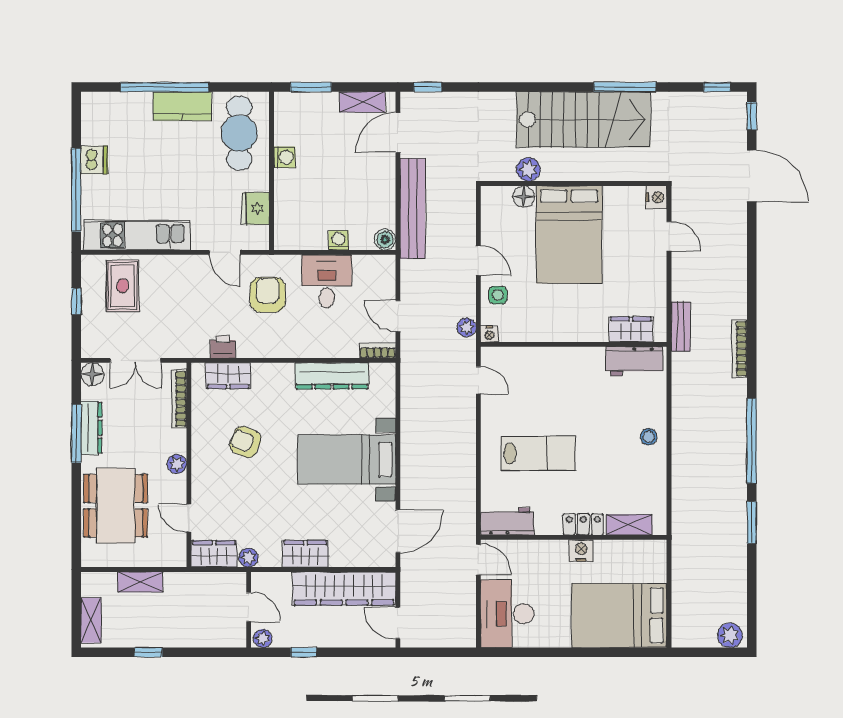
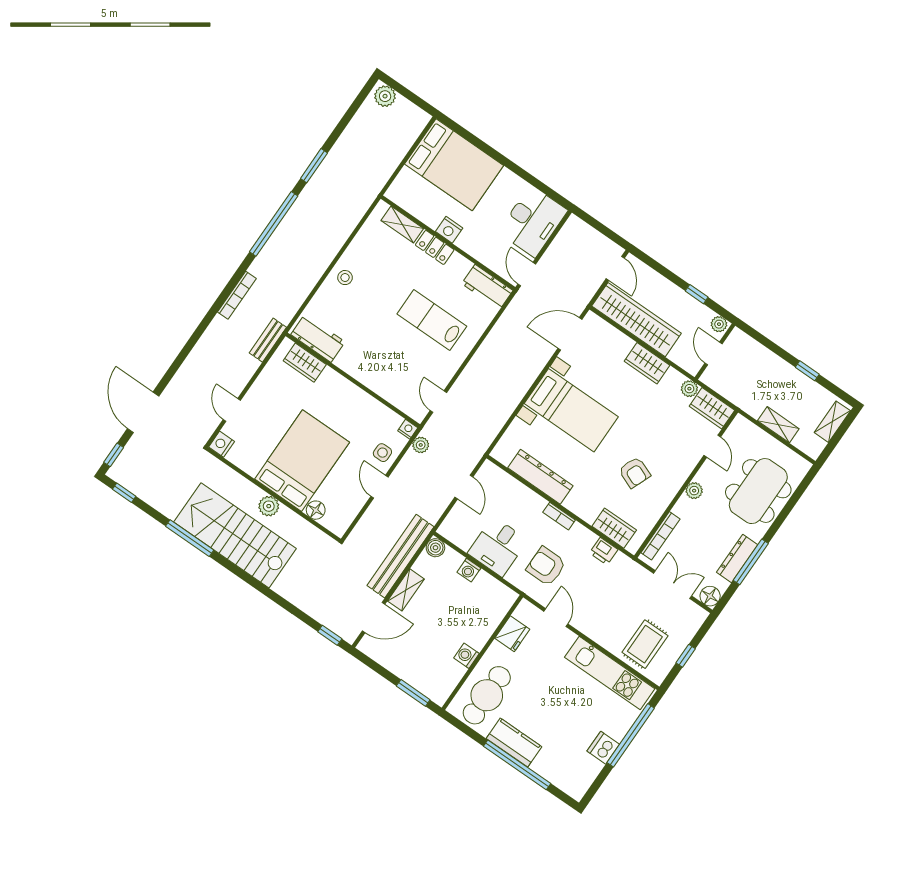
shelving: (362, 102) -> (406, 590), moved, turned 90
plant: (528, 169) -> (269, 506), moved
armchair: (268, 295) -> (546, 566), turned 90
bookcase: (378, 351) -> (559, 516), moved

